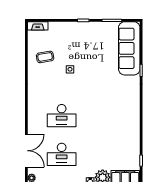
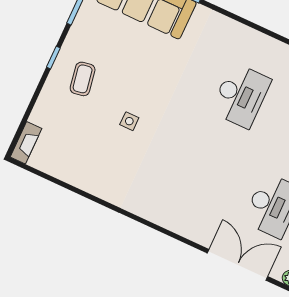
coffee table: (45, 57) -> (83, 79), moved
desk: (62, 116) -> (241, 95), moved

